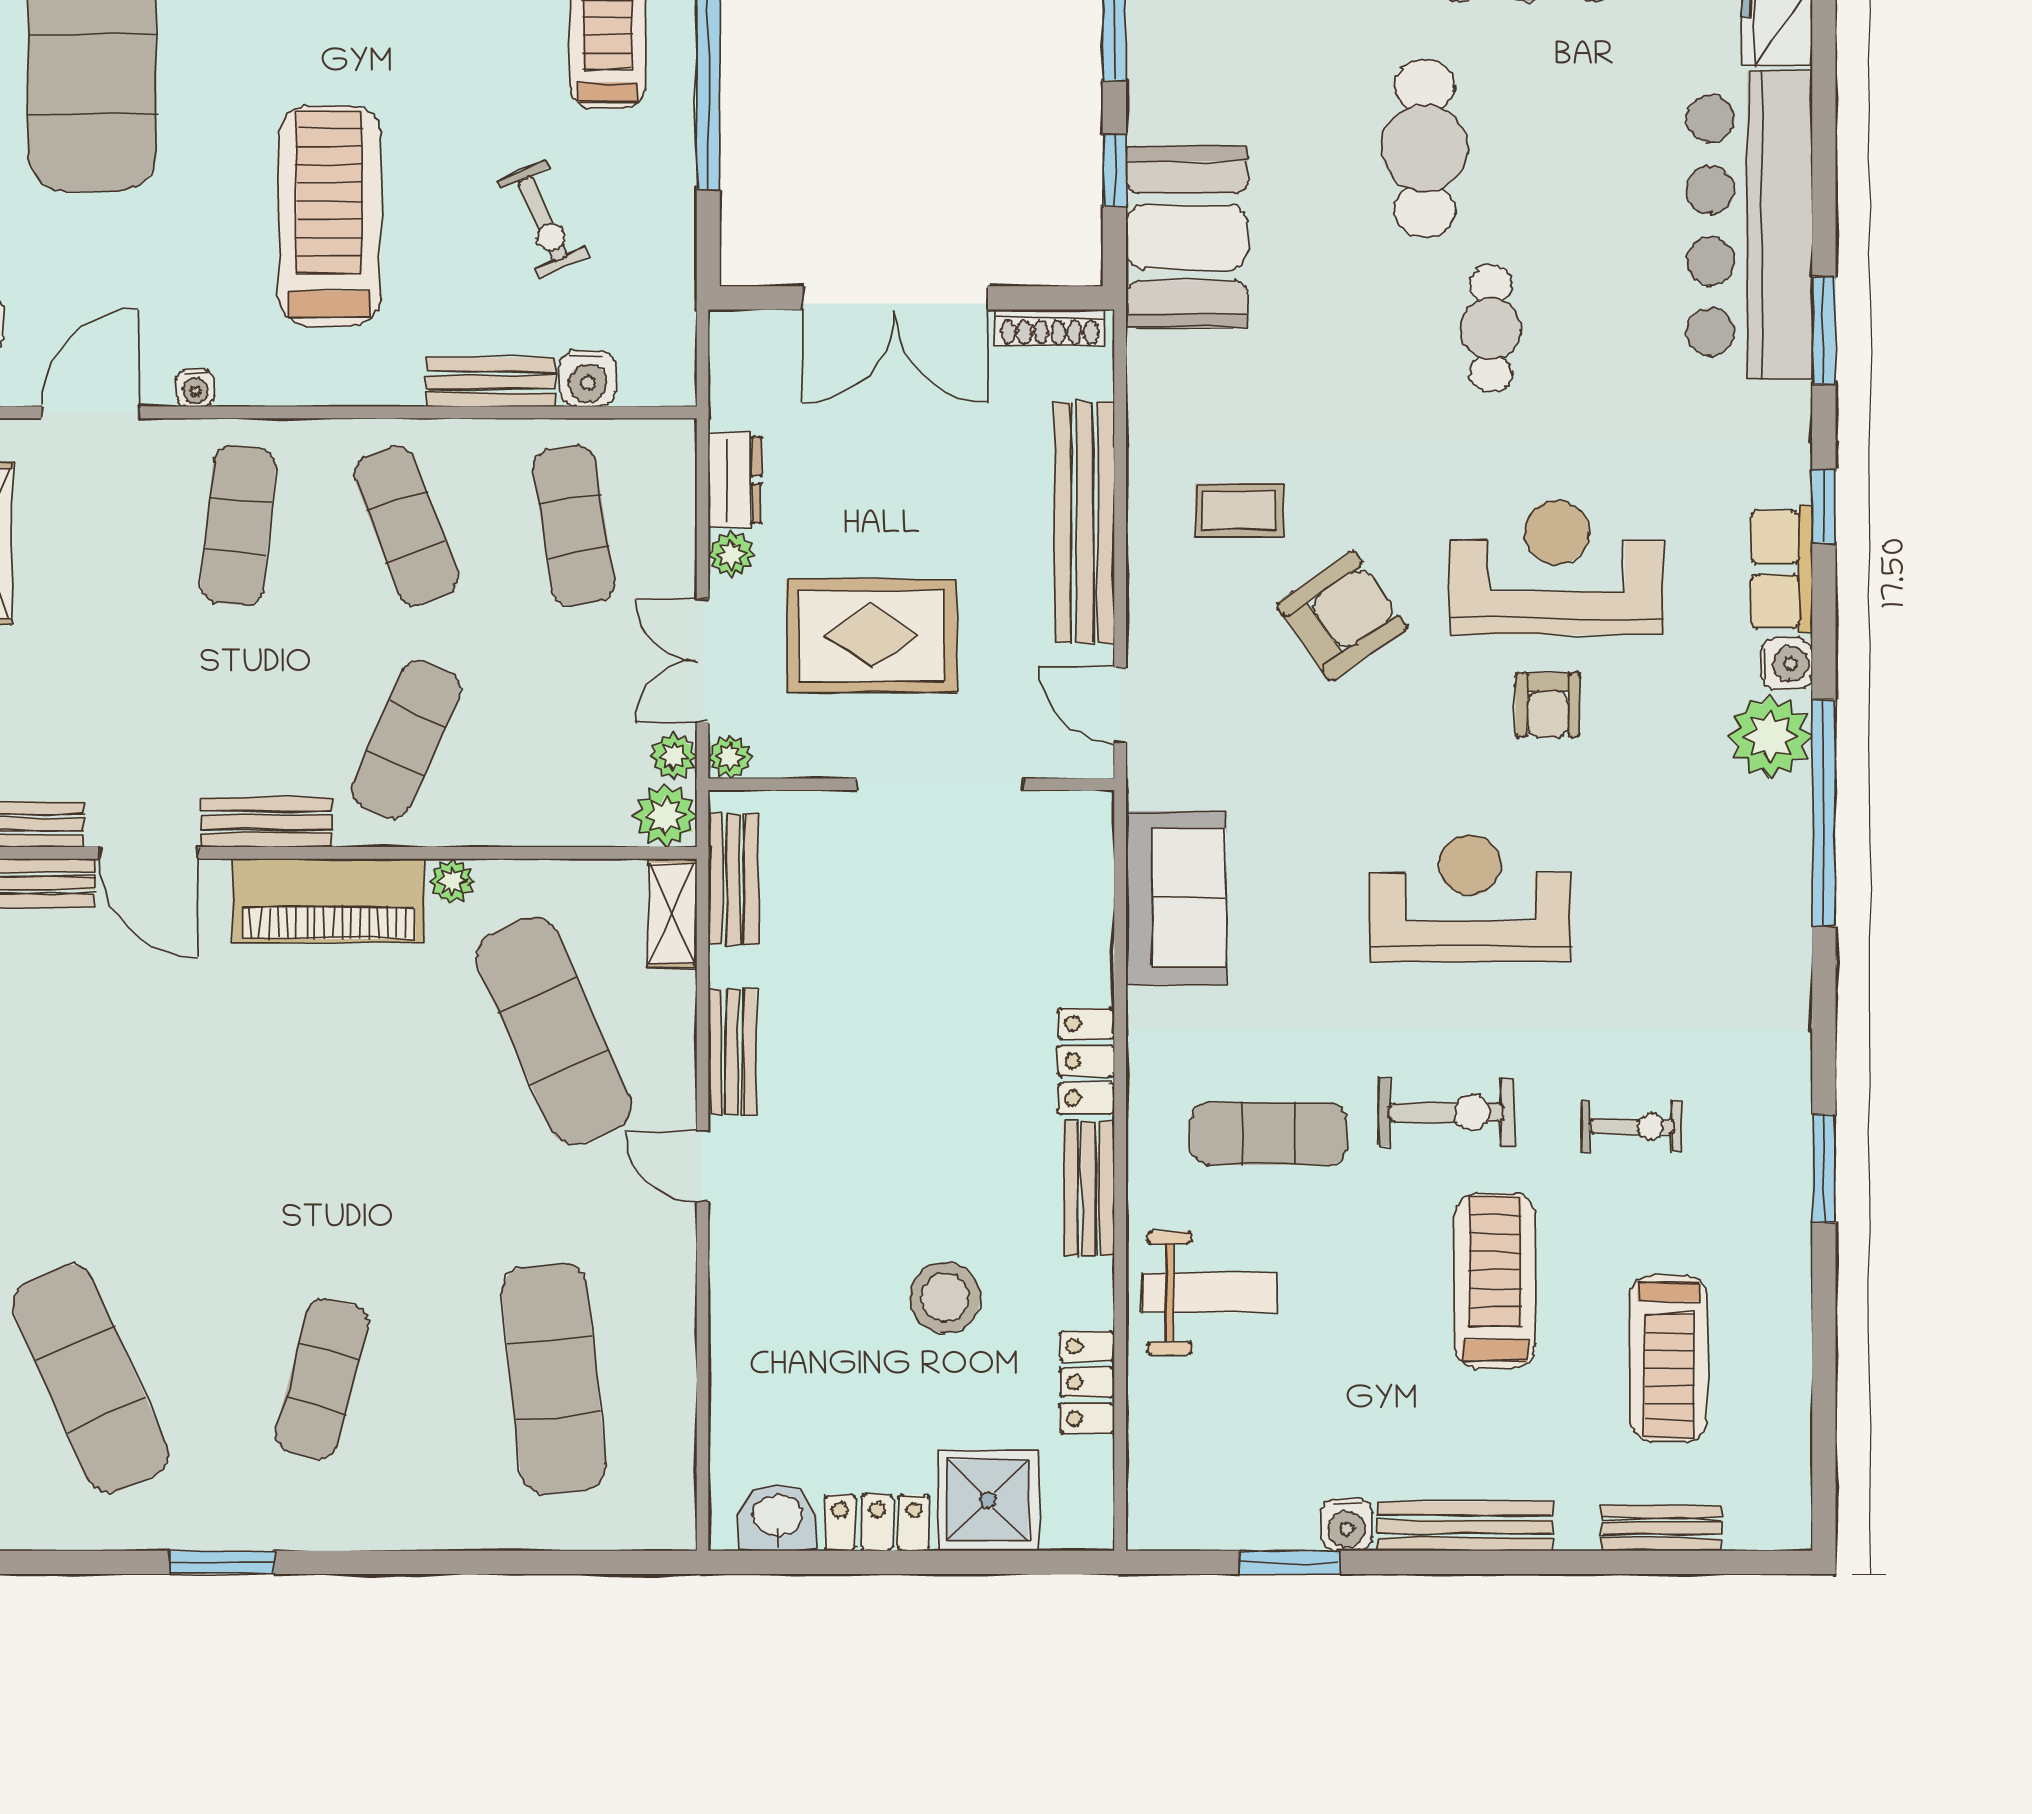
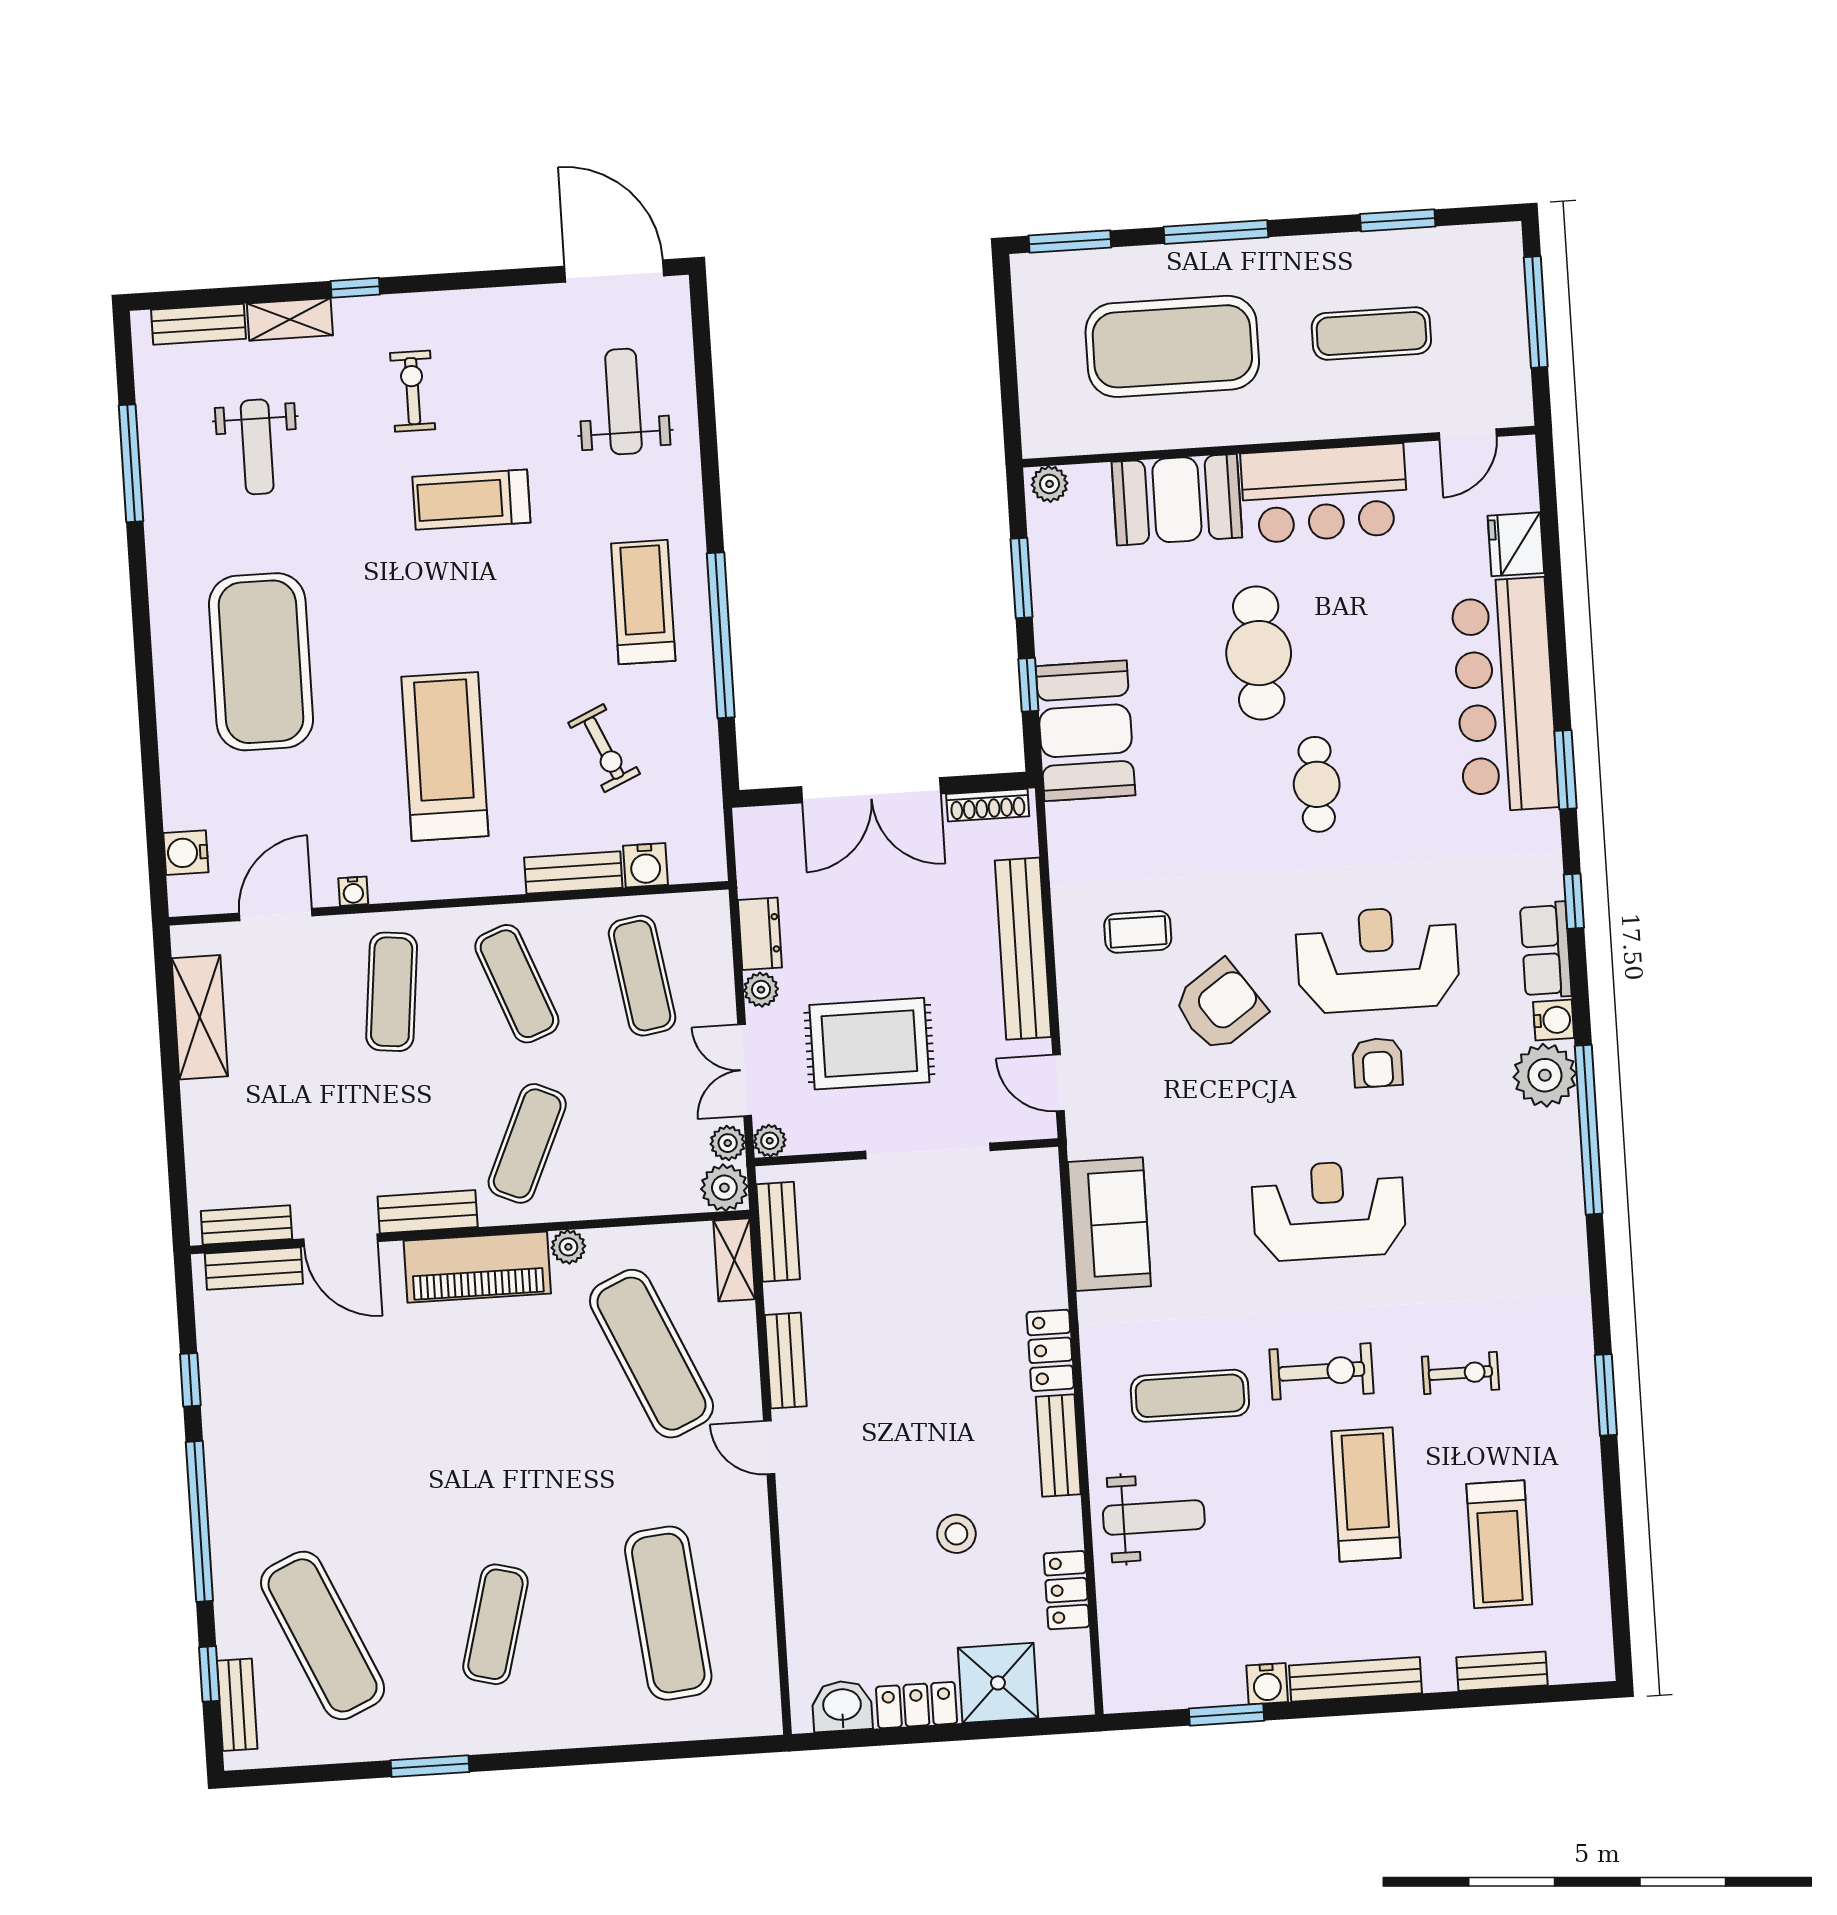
stool: (945, 1298) -> (956, 1534), width x0.73, depth x0.73

